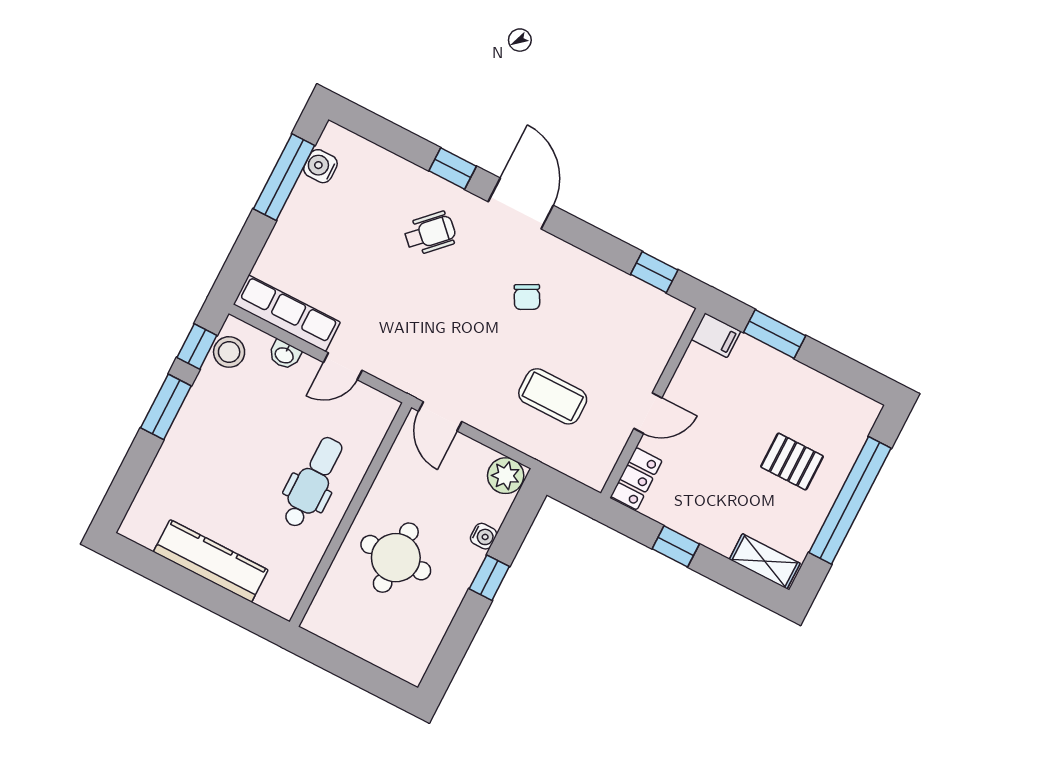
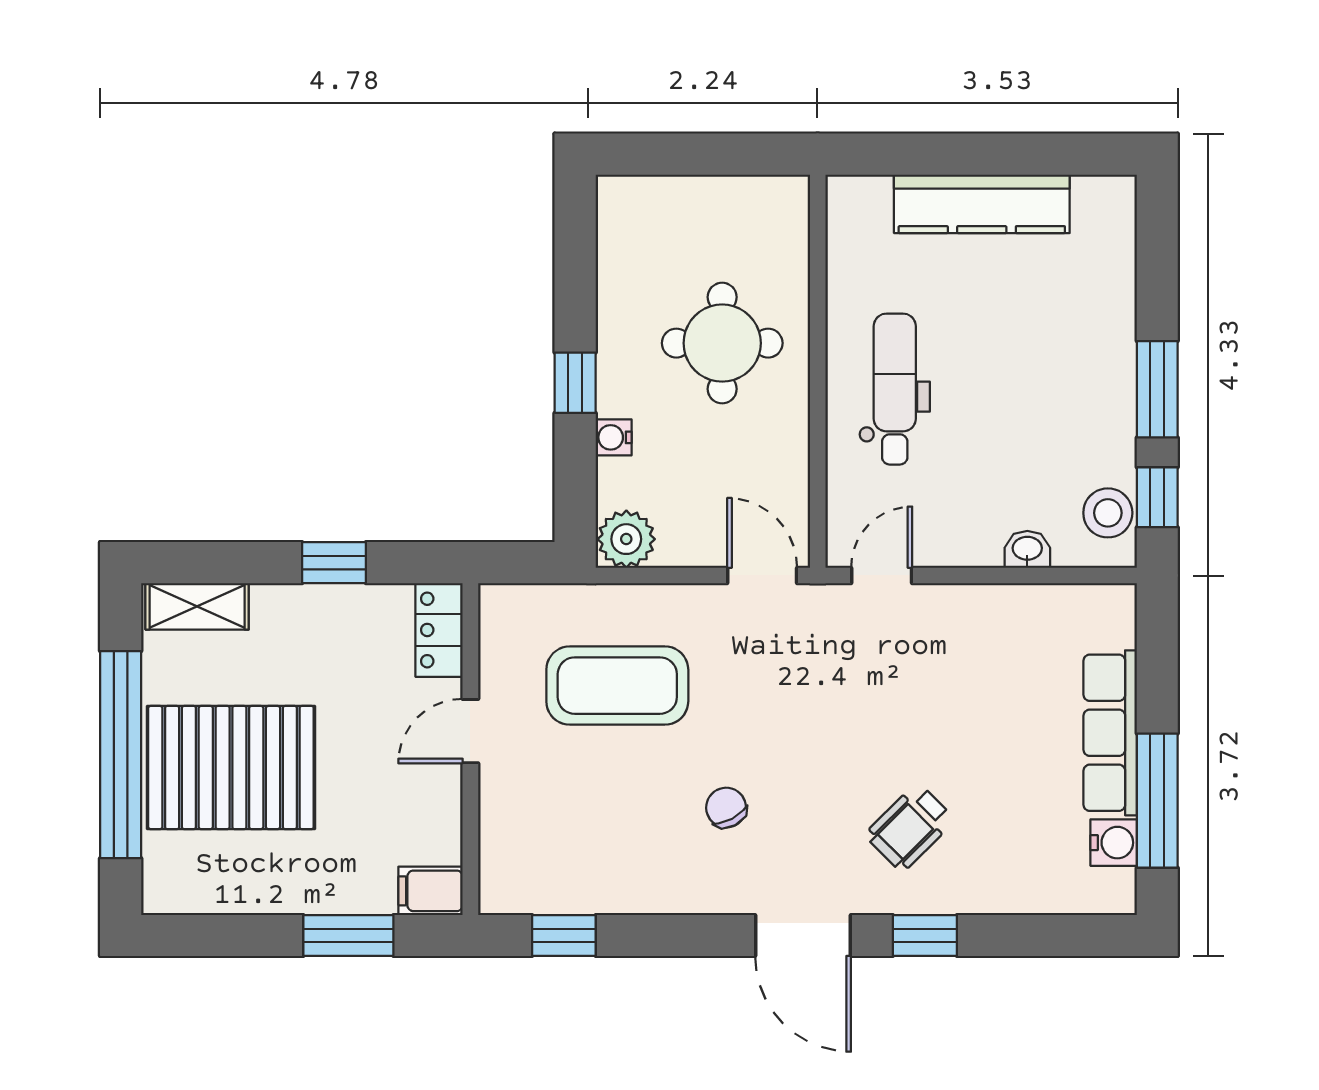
row of seats: (287, 313) -> (1110, 733), moved, turned 90
door: (343, 366) -> (882, 575), moved
coffee table: (553, 396) -> (617, 686), width x1.36, depth x1.32
pallet: (792, 462) -> (231, 768), width x2.05, depth x2.00
dental chair: (313, 482) -> (895, 389), turned 180

